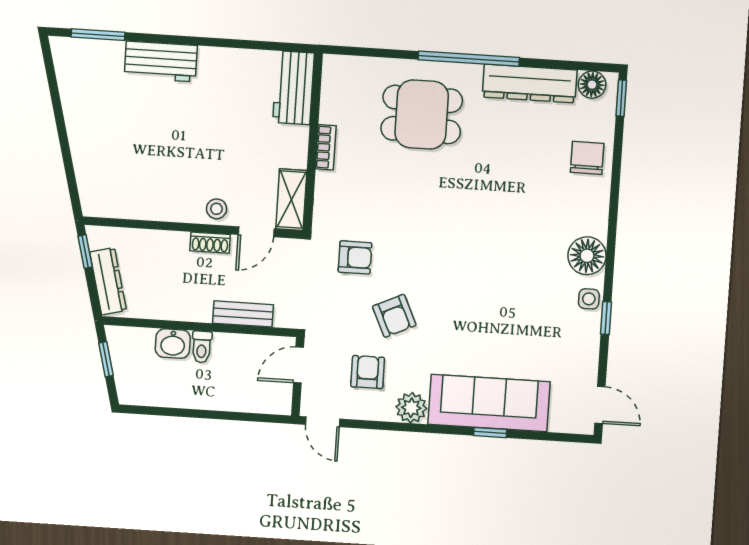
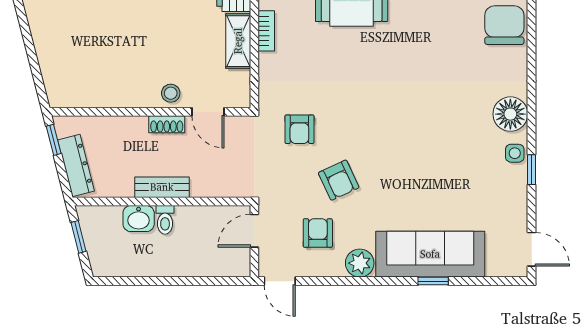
chair: (587, 158) -> (504, 25), width x1.37, depth x1.37
shelving: (291, 200) -> (238, 41), moved
door: (256, 232) -> (208, 112), hinge flipped
armchair: (355, 257) -> (299, 129), turned 90
bench: (243, 314) -> (162, 187), moved

